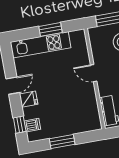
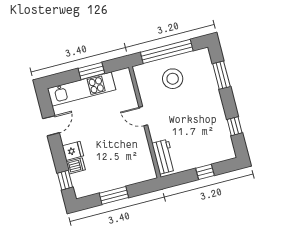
door: (13, 86) -> (51, 126), moved
dishwasher: (32, 125) -> (76, 166), moved

